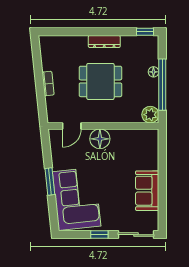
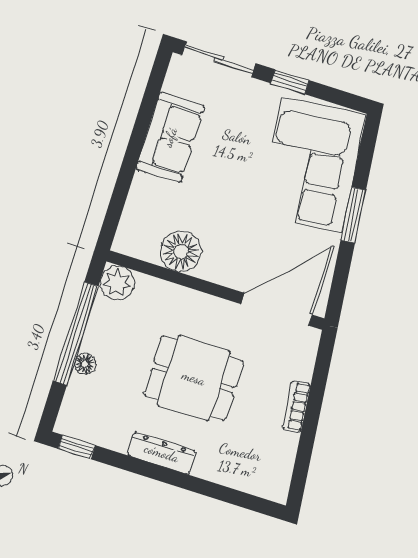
door: (72, 126) -> (277, 309), width x1.87
floor lamp: (100, 139) -> (181, 252), moved

